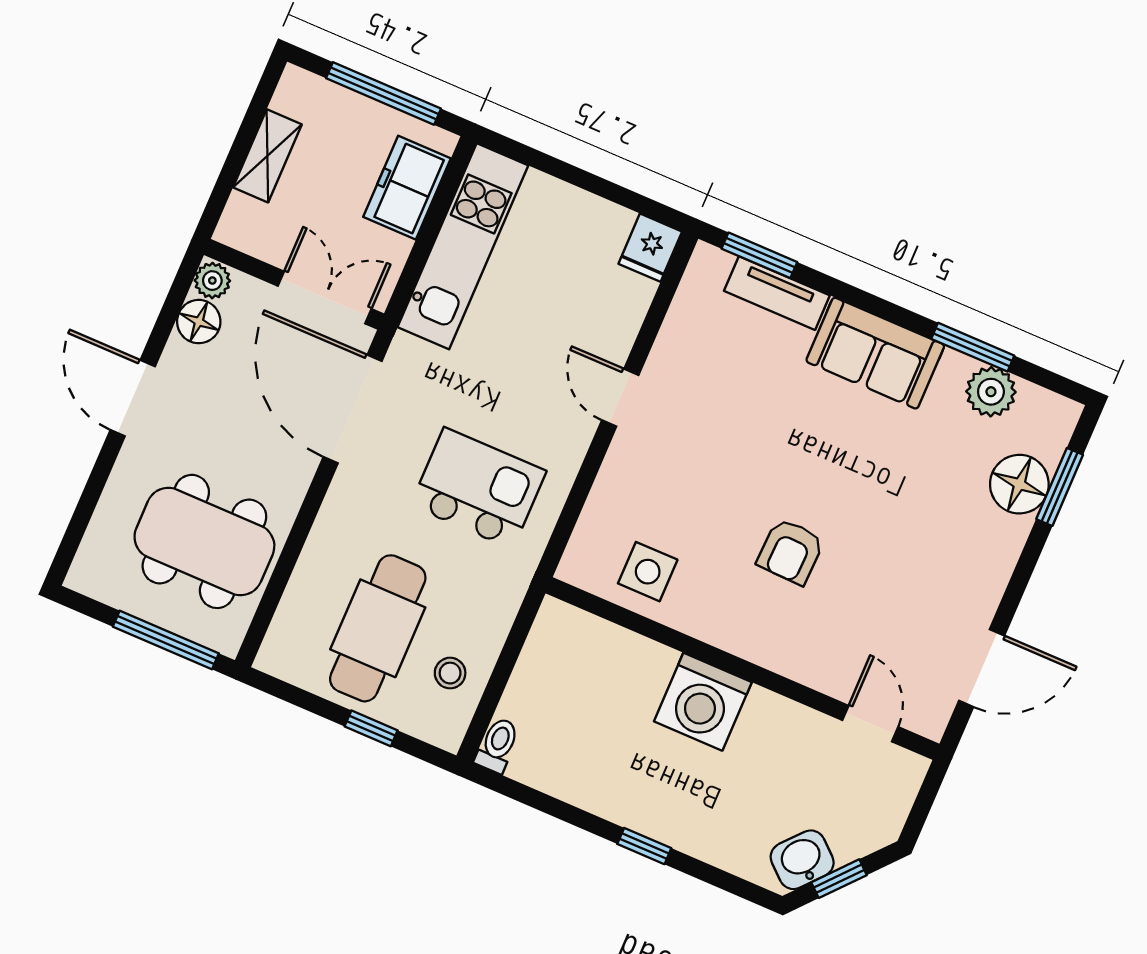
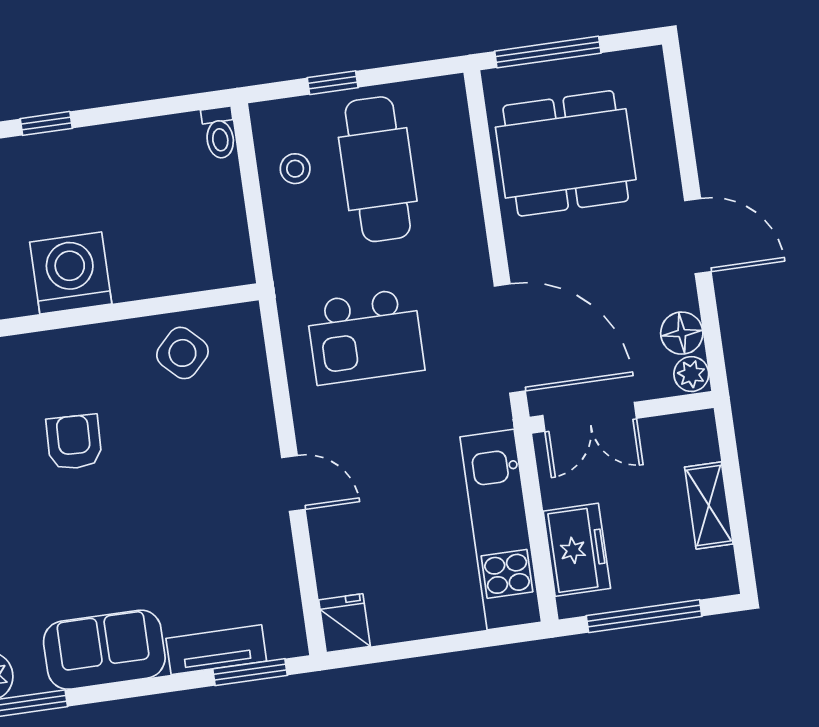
side table: (648, 572) -> (182, 353), turned 45

